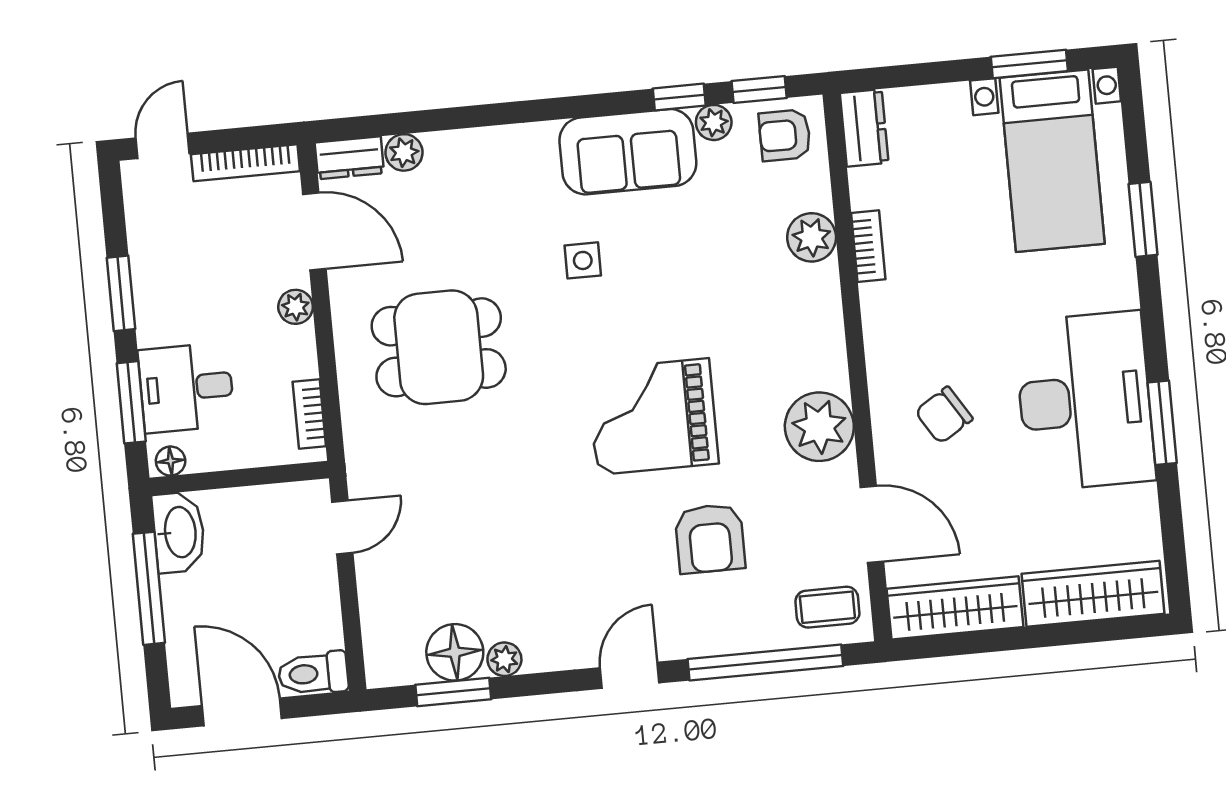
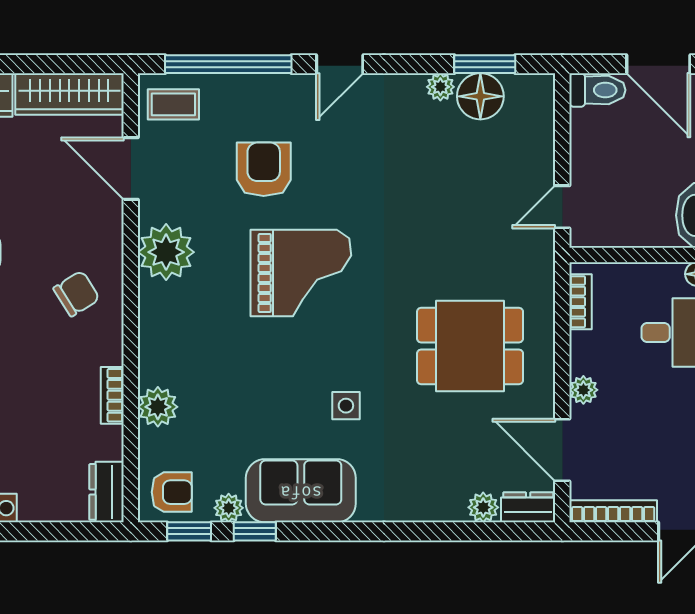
chair: (944, 415) -> (77, 294), moved

